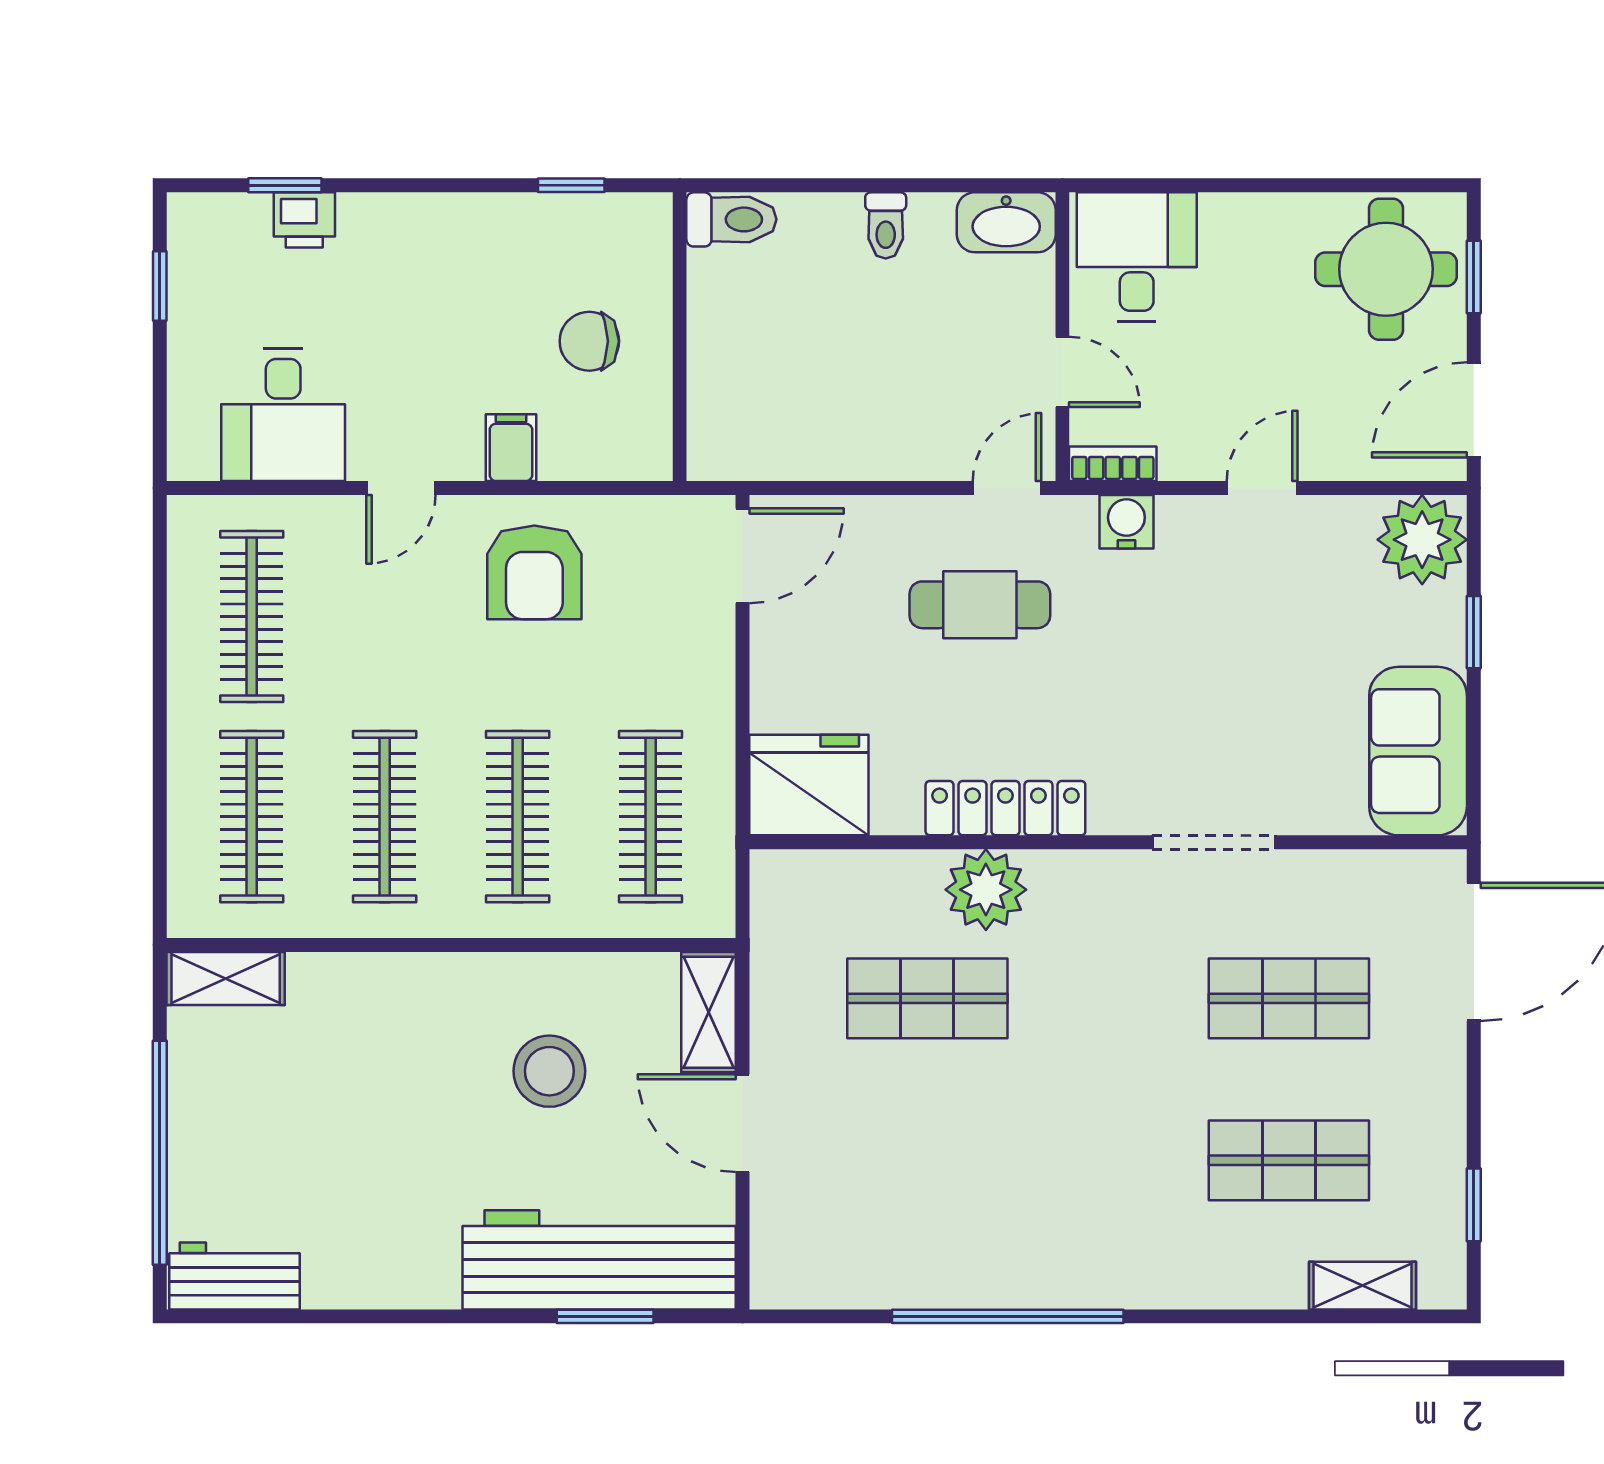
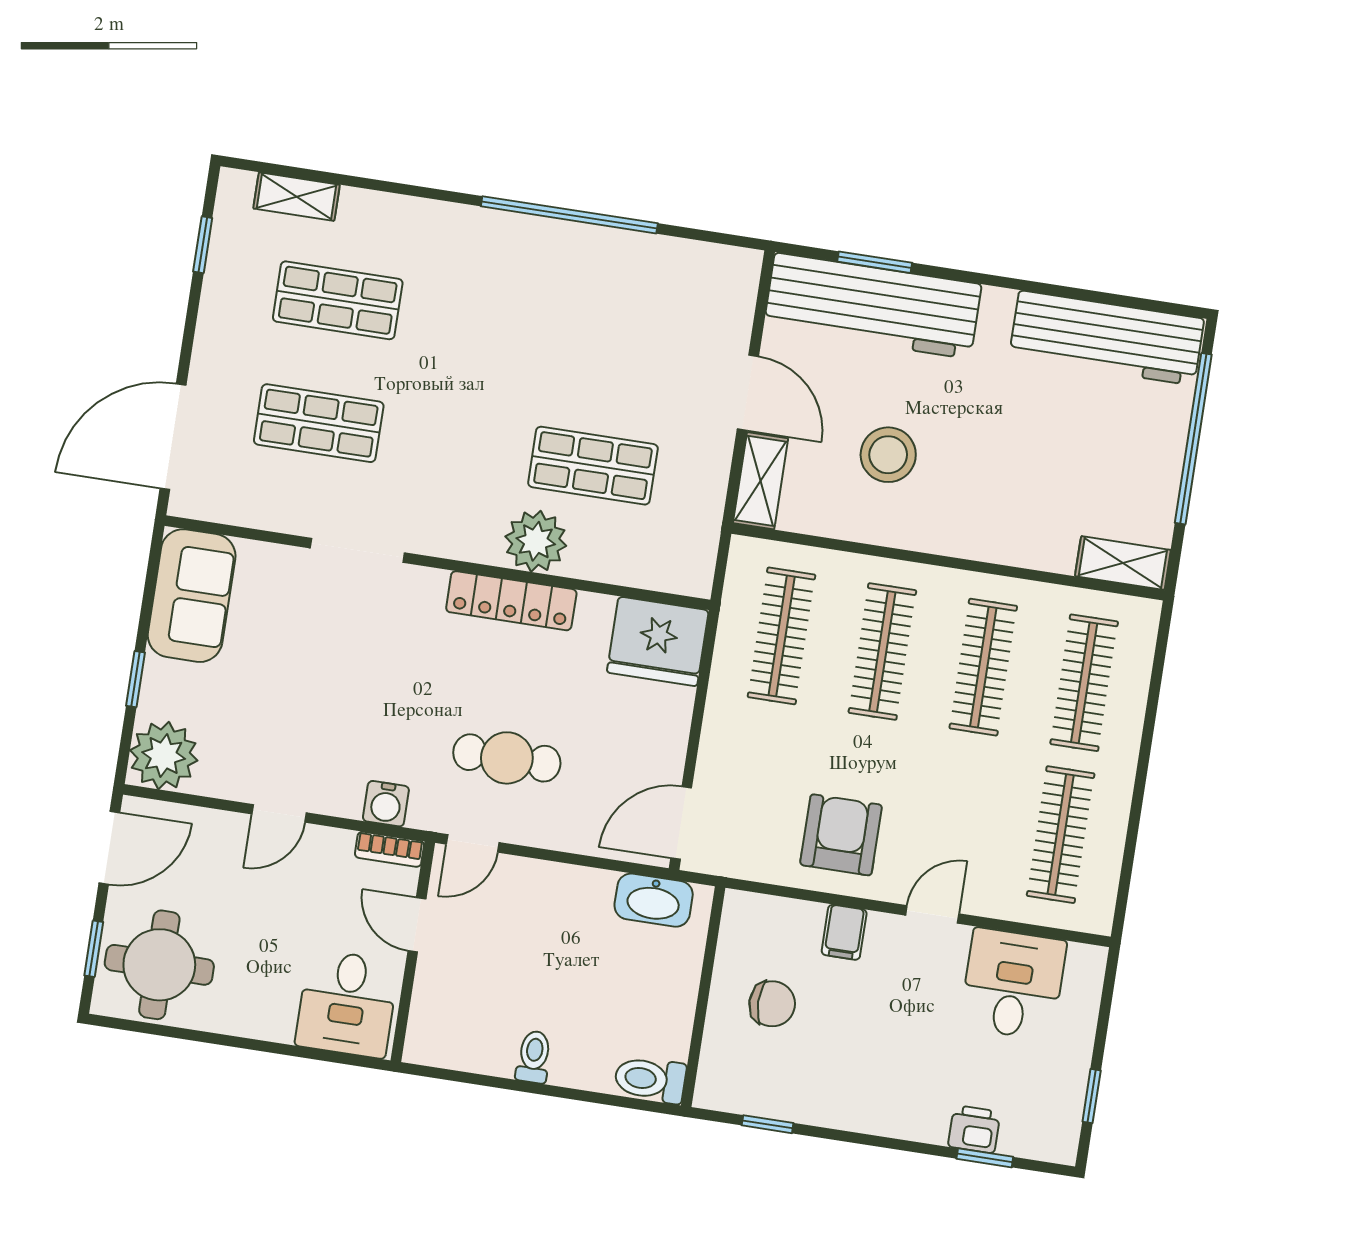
washbasin: (1006, 222) -> (654, 900), moved, turned 180
workbench: (234, 1276) -> (1107, 338), width x1.88, depth x1.32

